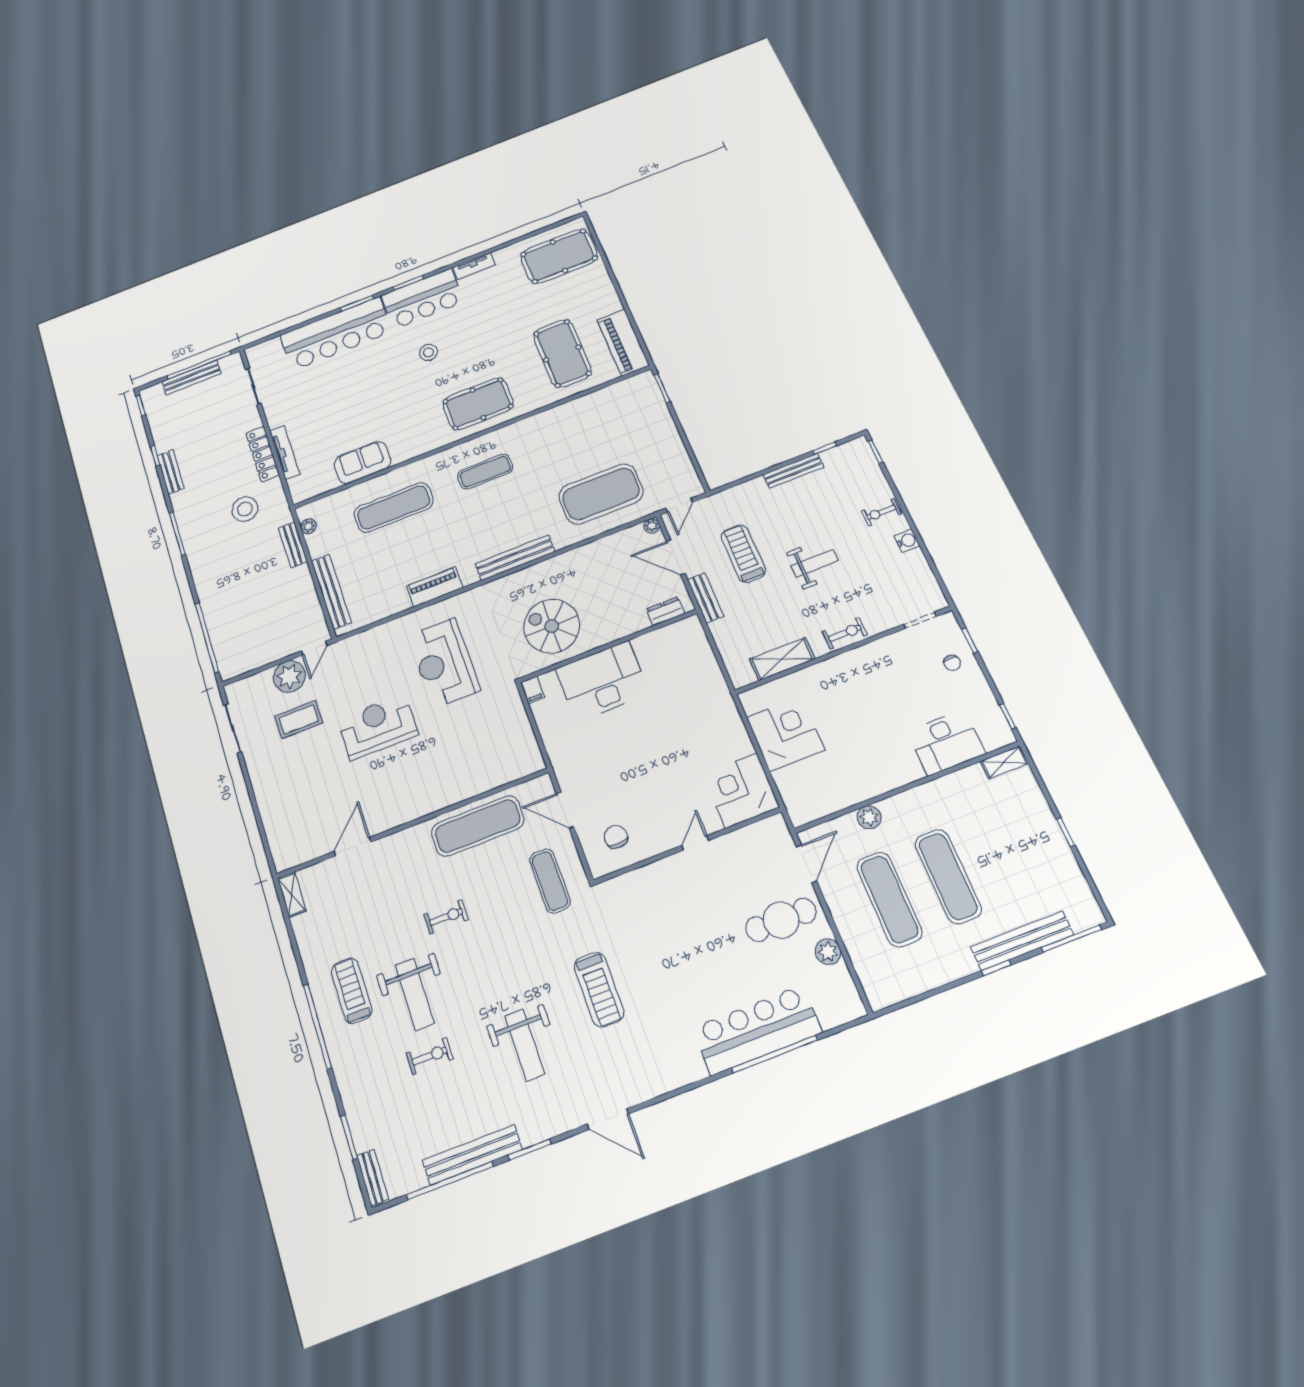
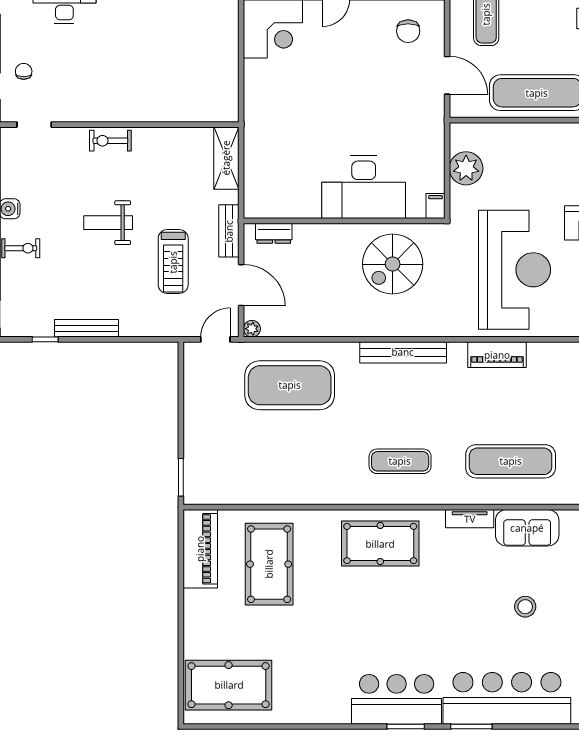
tv unit: (474, 266) -> (470, 519), moved, turned 180
stool: (428, 352) -> (525, 607), moved
spiral stairs: (552, 626) -> (393, 264), turned 90
shelving: (782, 659) -> (226, 158), moved, turned 90
reception desk: (444, 663) -> (515, 270), width x1.36, depth x1.30
plant: (518, 733) -> (466, 168), added
corner desk: (786, 734) -> (209, 66), removed

